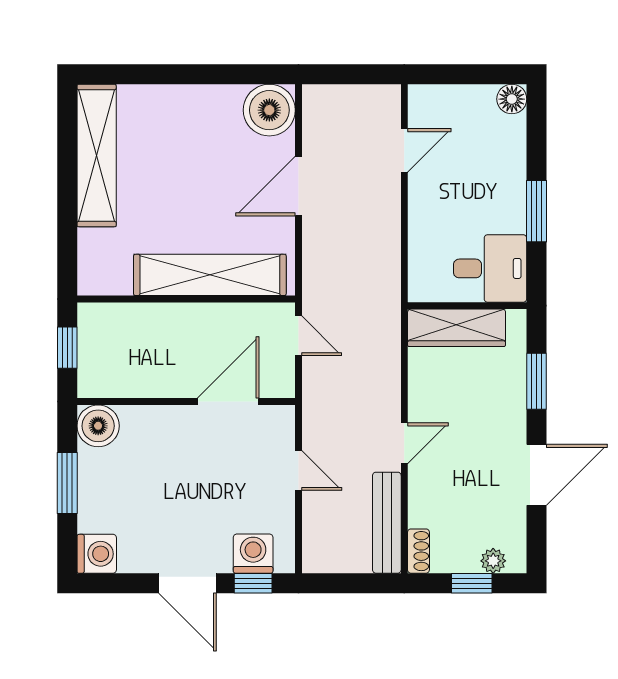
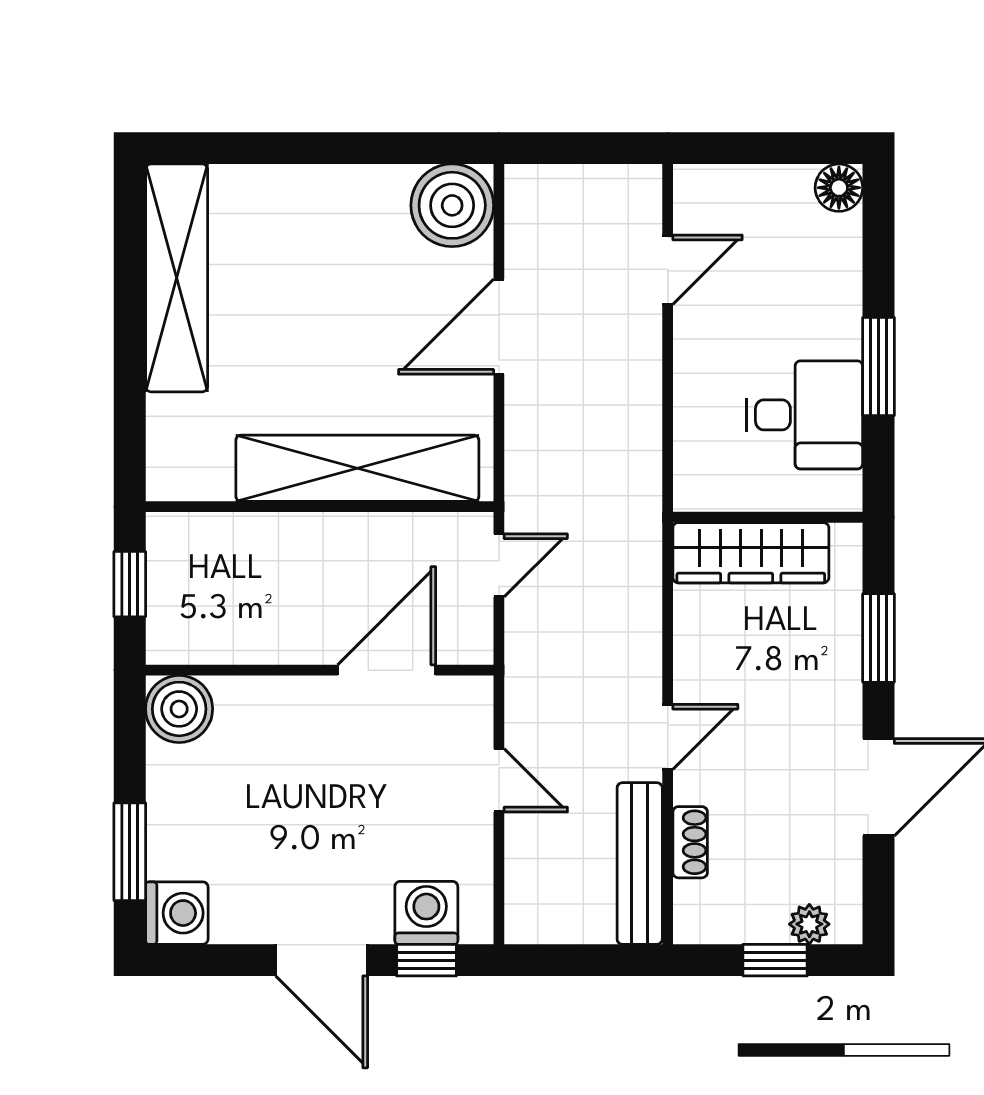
desk: (490, 268) -> (804, 415), moved
door: (299, 336) -> (499, 565), hinge flipped
window: (67, 483) -> (130, 852), moved
shoe rack: (418, 551) -> (690, 842), moved

